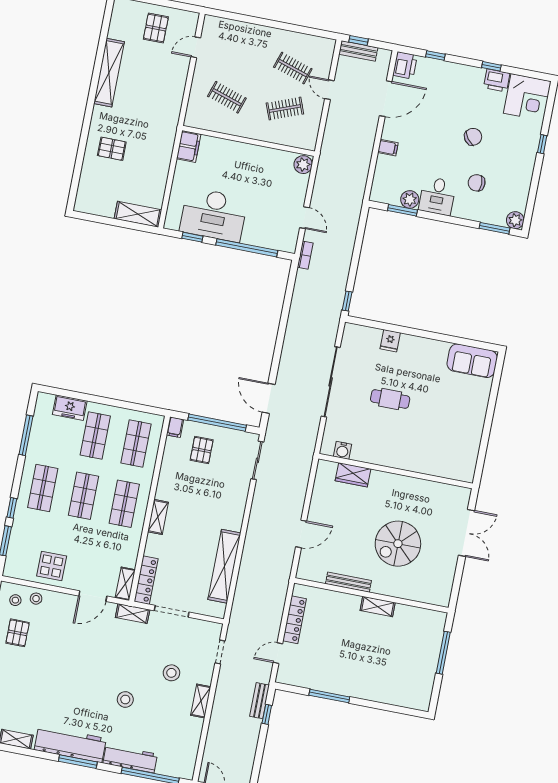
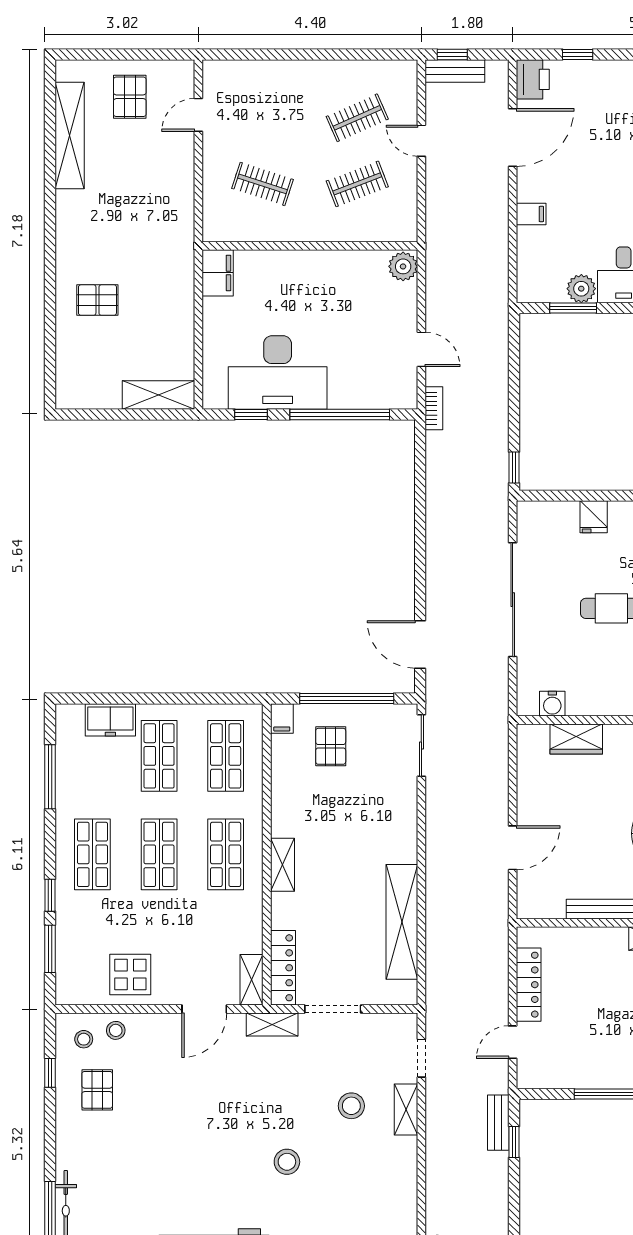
clothes rail: (293, 68) -> (357, 118), turned -42
shelving: (109, 73) -> (70, 136), moved
shelving: (201, 701) -> (406, 1109), moved

